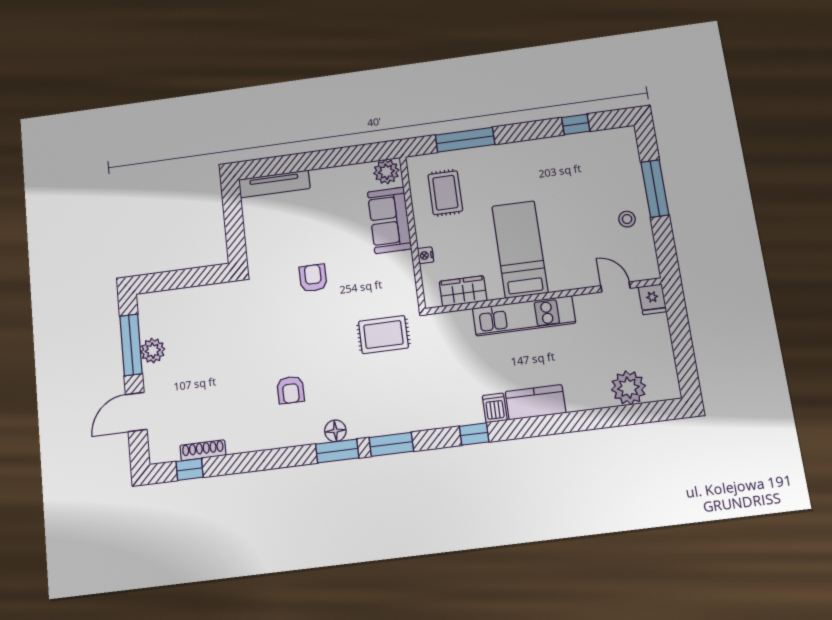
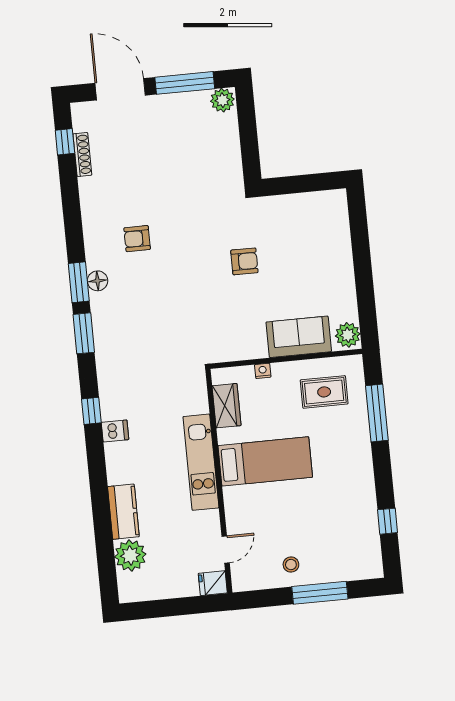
tv unit: (274, 184) -> (340, 224), removed
rug: (383, 335) -> (187, 328), removed
plant: (153, 351) -> (222, 100), moved
kitchen counter: (536, 402) -> (123, 512), moved
door: (136, 412) -> (120, 89), width x1.36

